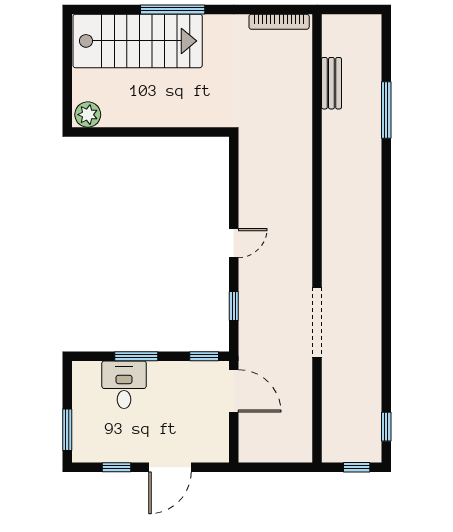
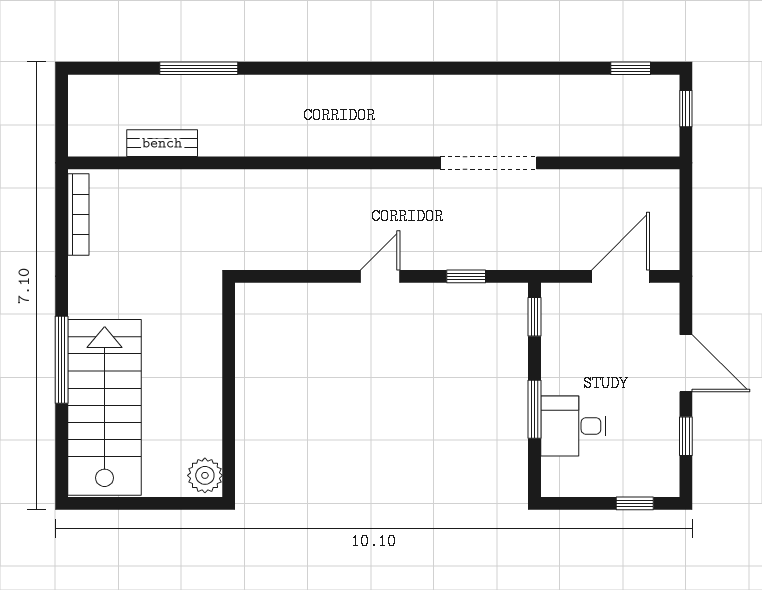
door: (234, 243) -> (380, 276), hinge flipped
door: (234, 391) -> (621, 276), moved
window: (67, 430) -> (635, 503), width x0.67

